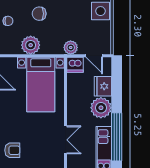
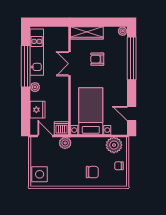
plant: (31, 45) -> (114, 145), moved
plant: (101, 108) -> (35, 87), width x0.53, depth x0.53
armchair: (12, 150) -> (97, 59), moved

